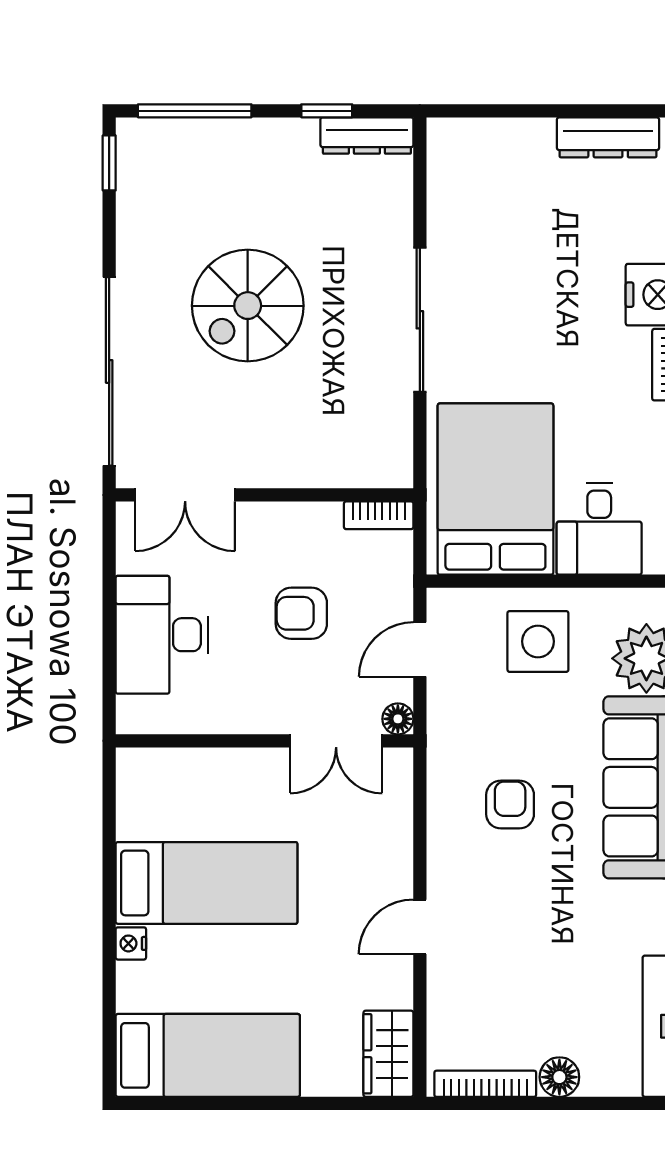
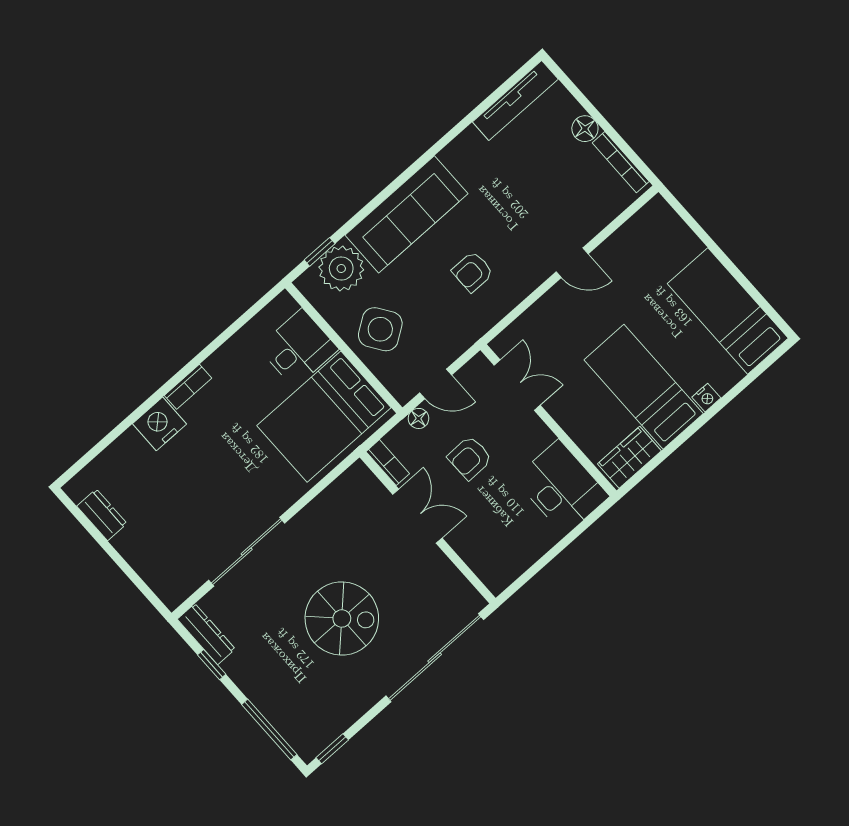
dresser: (608, 137) -> (102, 515), width x0.70
sliding door: (420, 320) -> (247, 552), moved
double door: (185, 495) -> (417, 516), moved
armchair: (301, 613) -> (470, 458), turned 89
desk: (162, 635) -> (562, 487), moved, turned -90
side table: (538, 641) -> (380, 329), turned -34
floor lamp: (398, 719) -> (418, 418), moved
wardrobe: (388, 1054) -> (629, 457), moved, turned 180

